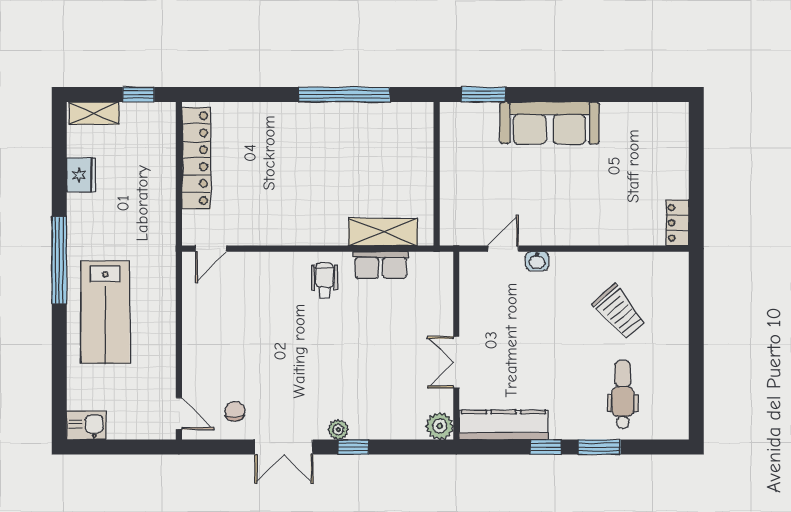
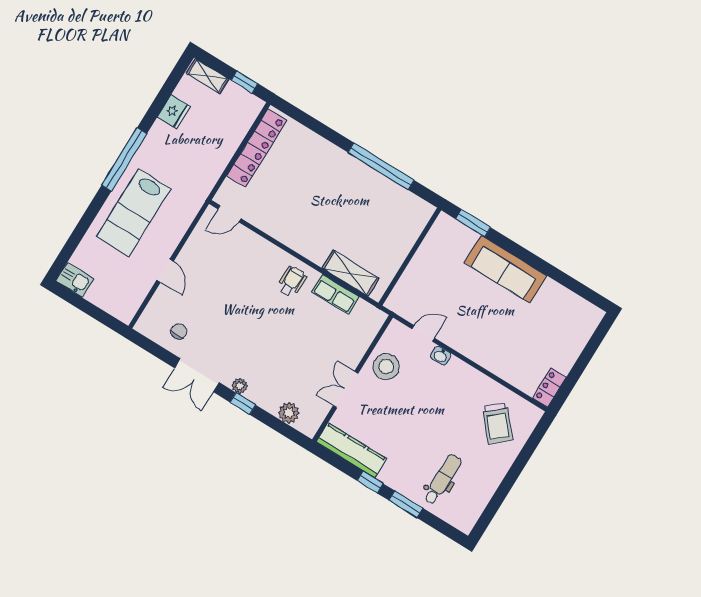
stool: (485, 310) -> (386, 367), added
trolley: (619, 312) -> (497, 423), moved
door: (179, 414) -> (165, 271), moved
plant: (440, 426) -> (289, 413), moved

